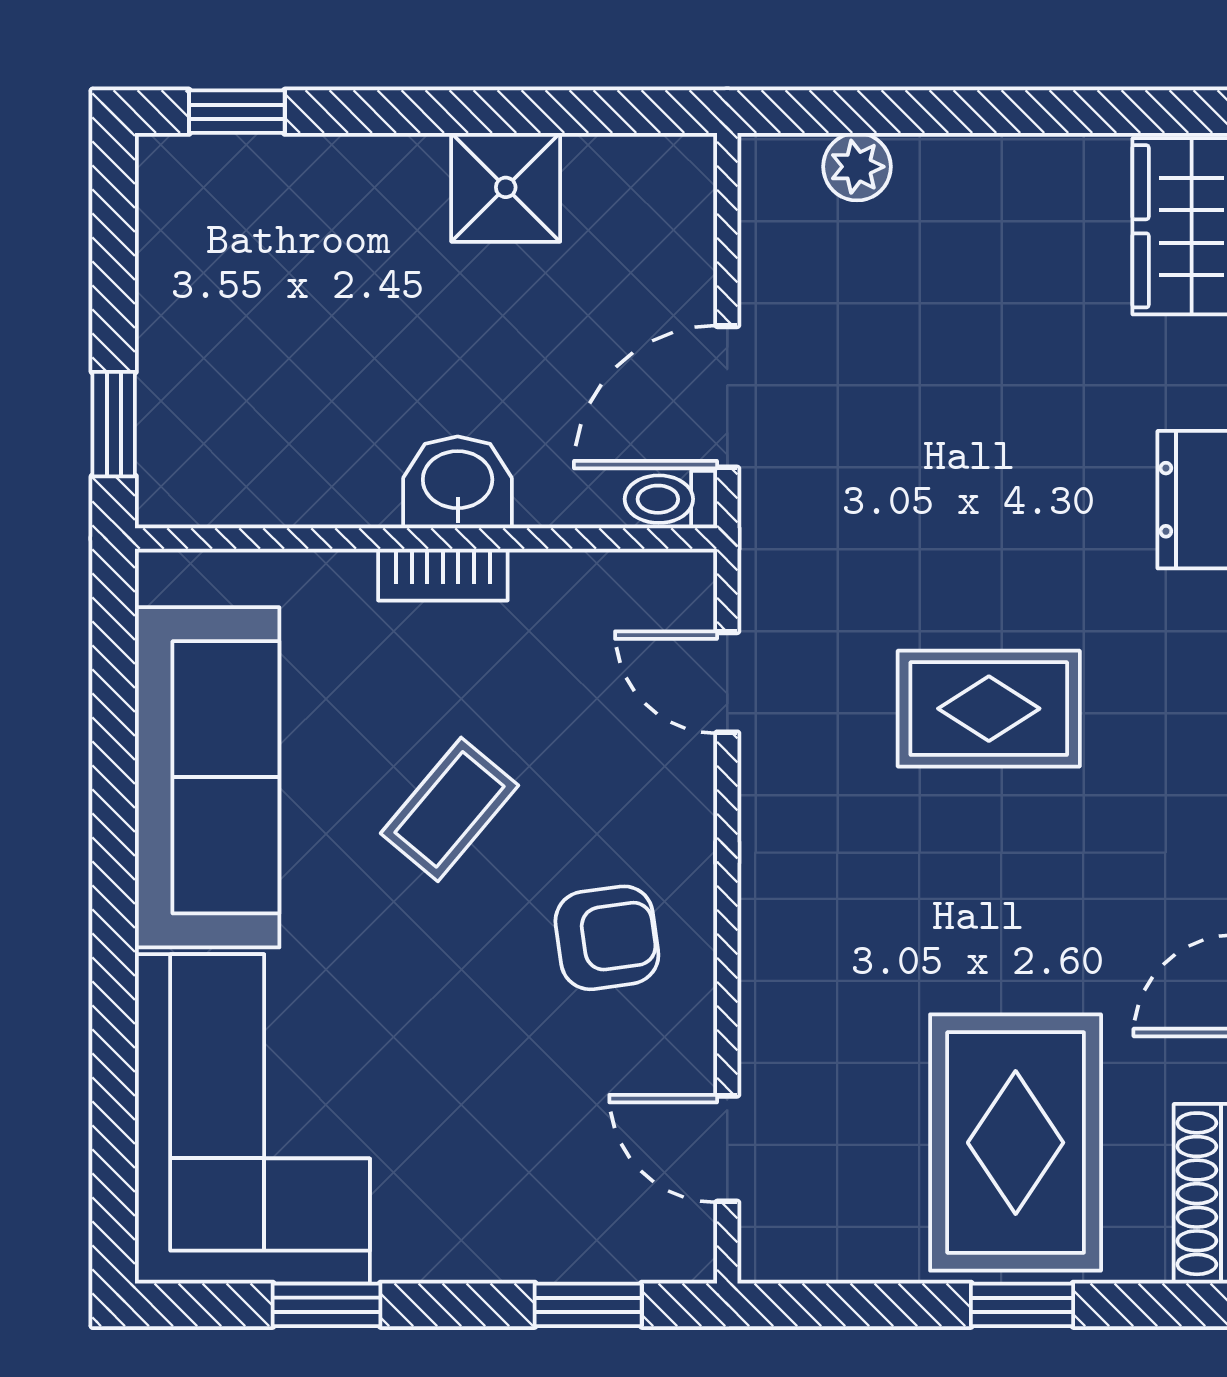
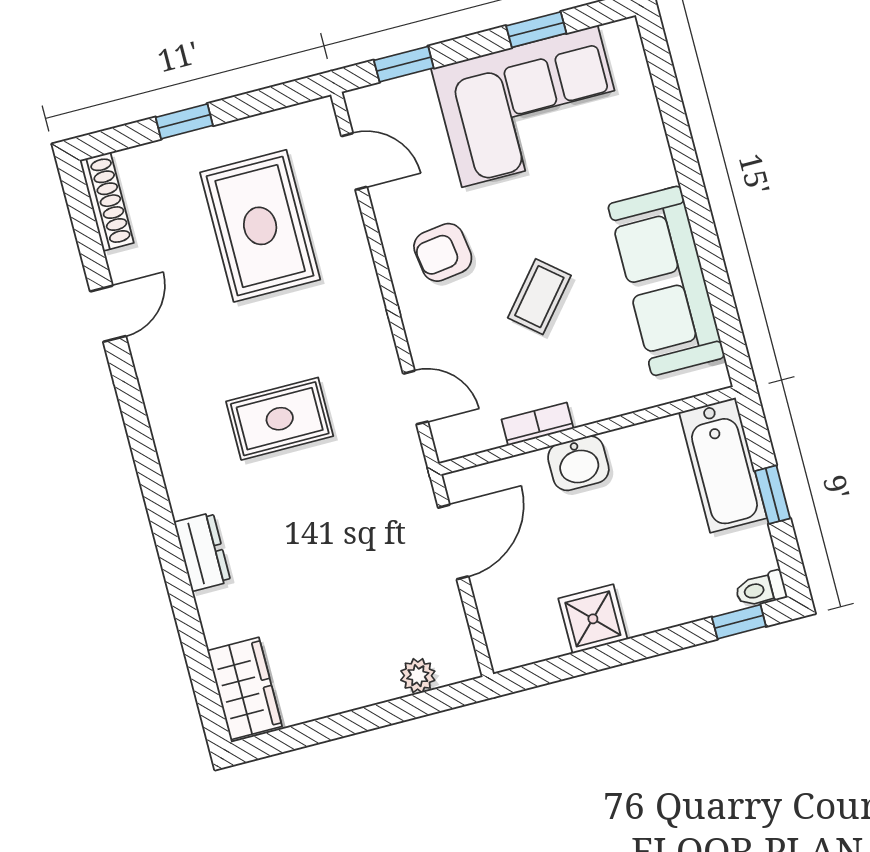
bathtub: (191, 409) -> (723, 465), added
window: (114, 424) -> (772, 495), moved
toilet: (671, 499) -> (761, 589), moved, turned 180
bookcase: (443, 575) -> (537, 424), moved
corner sofa: (252, 1119) -> (530, 106), moved, turned -90
rug: (1016, 1143) -> (260, 226), moved

